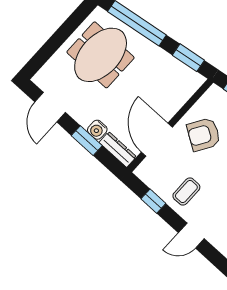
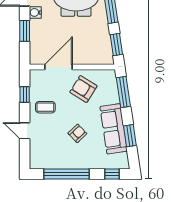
water cooler: (97, 130) -> (35, 12), moved
dresser: (118, 150) -> (35, 51), removed

